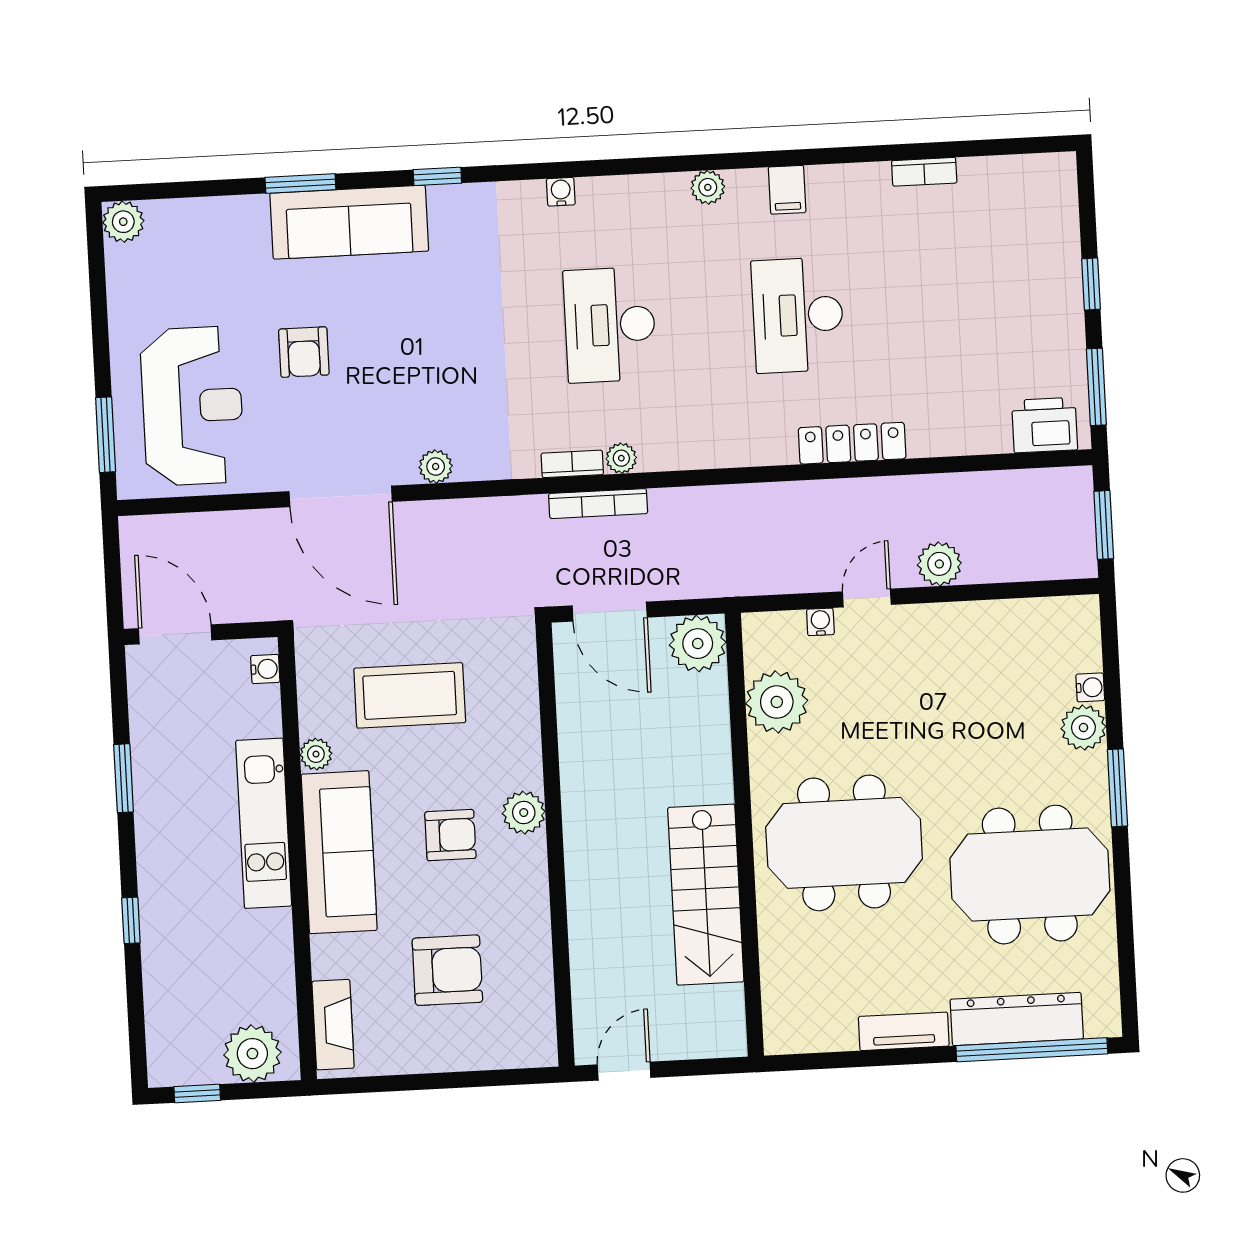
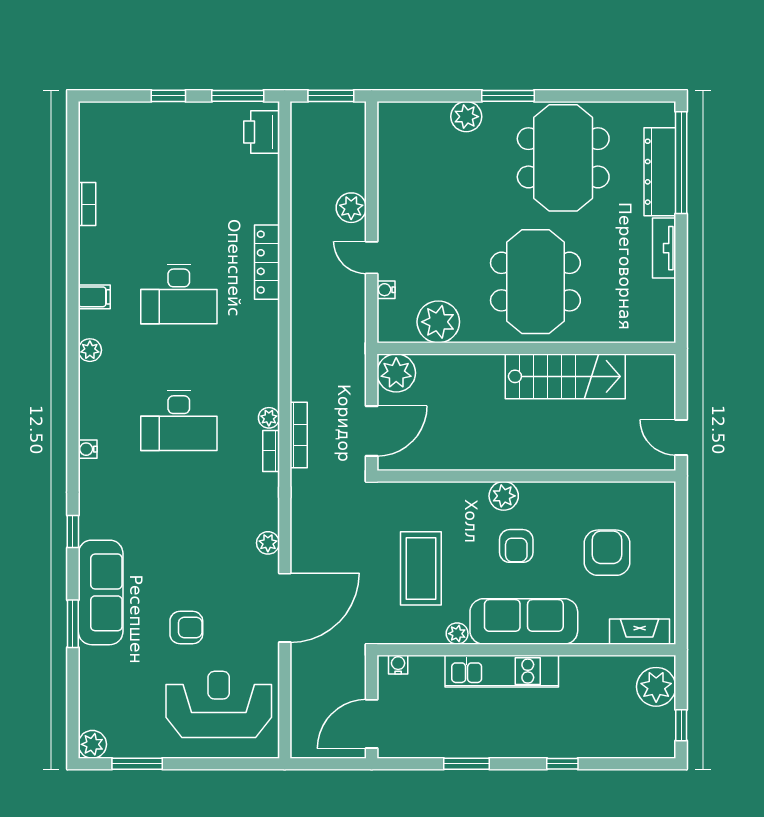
window: (106, 435) -> (137, 764), moved
water cooler: (1090, 687) -> (440, 111), removed
armchair: (450, 835) -> (516, 546), turned 180

